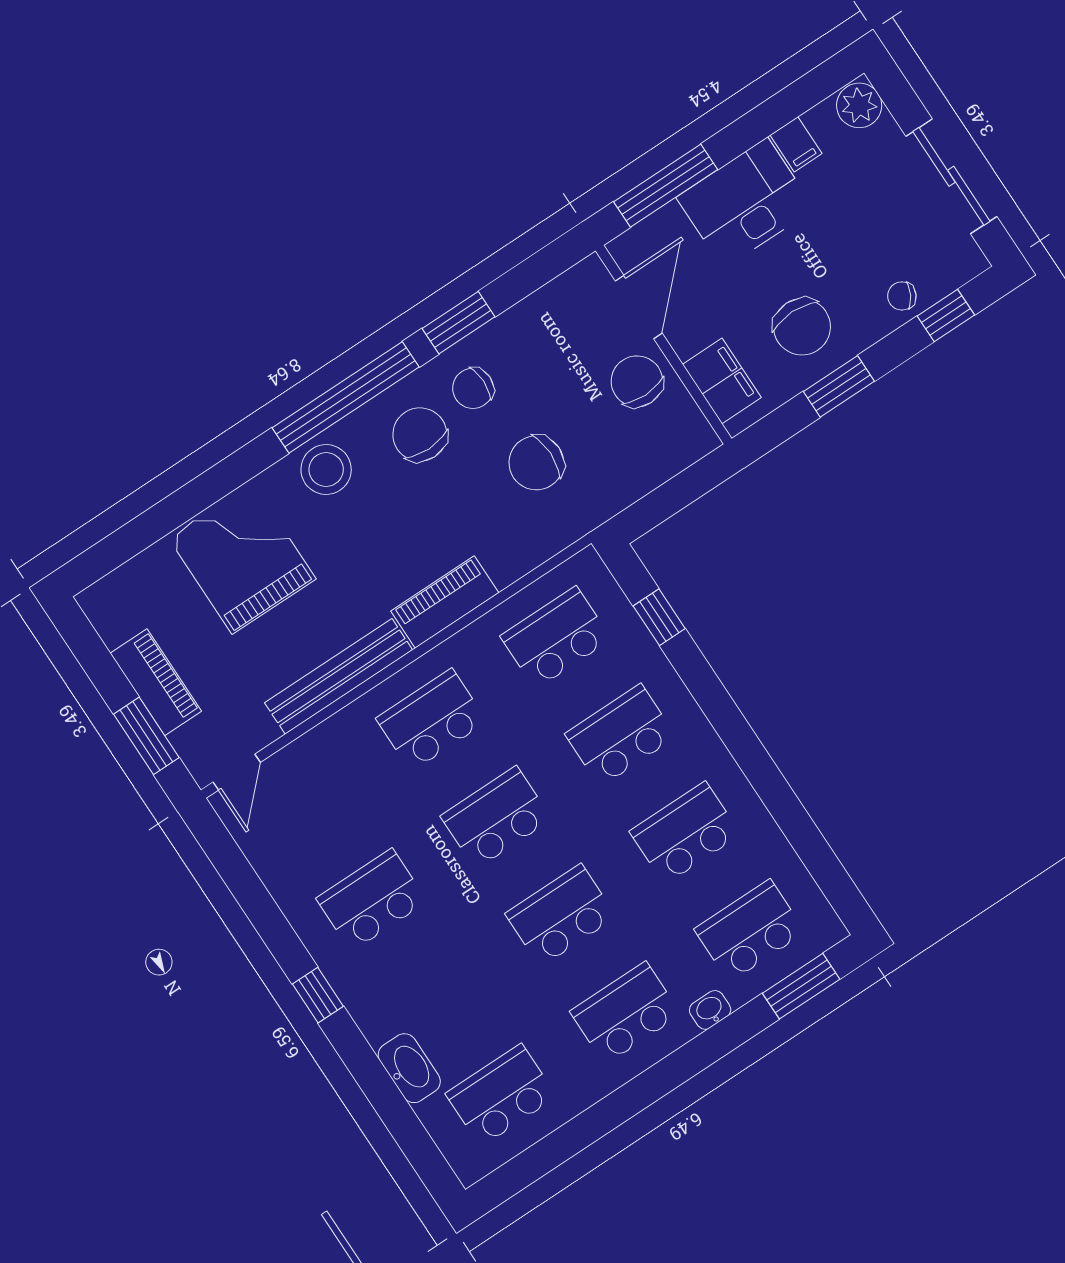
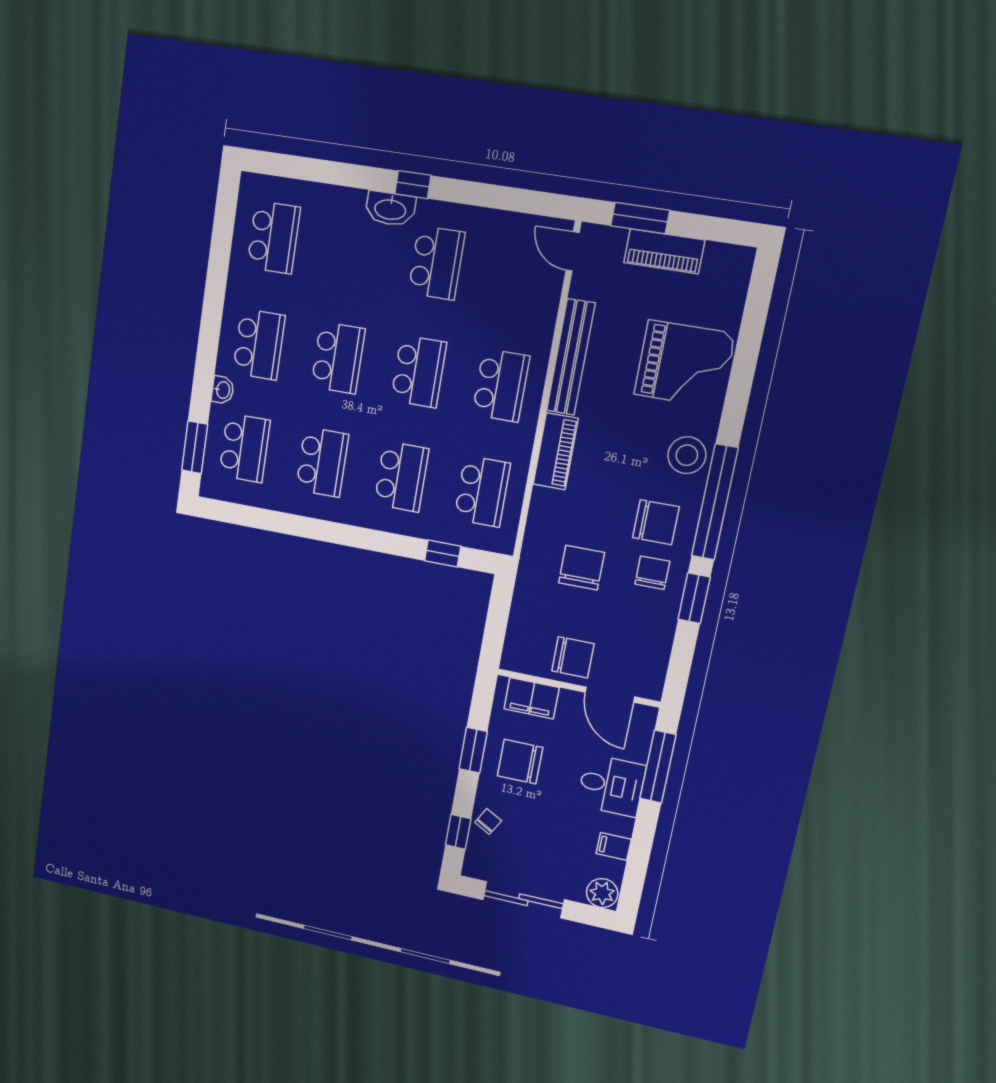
desk: (745, 203) -> (611, 785), width x0.73
washbasin: (409, 1068) -> (390, 209), moved

